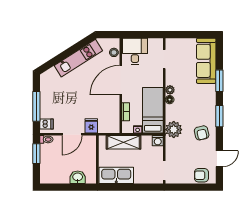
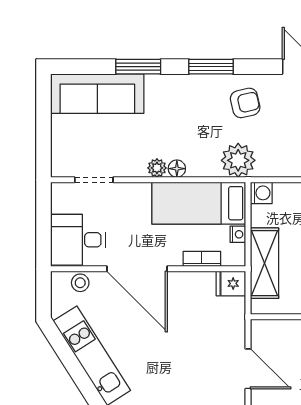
fridge: (91, 126) -> (231, 283), moved

